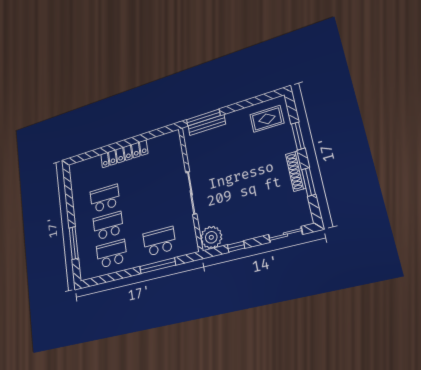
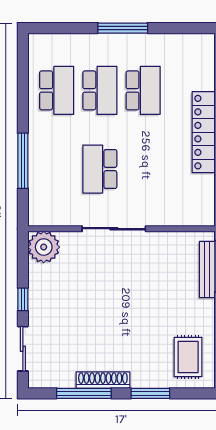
window: (309, 182) -> (84, 393), width x1.44
school desk: (159, 241) -> (100, 169), moved, turned 180
window: (74, 243) -> (123, 28), moved
window: (236, 247) -> (23, 299), moved

